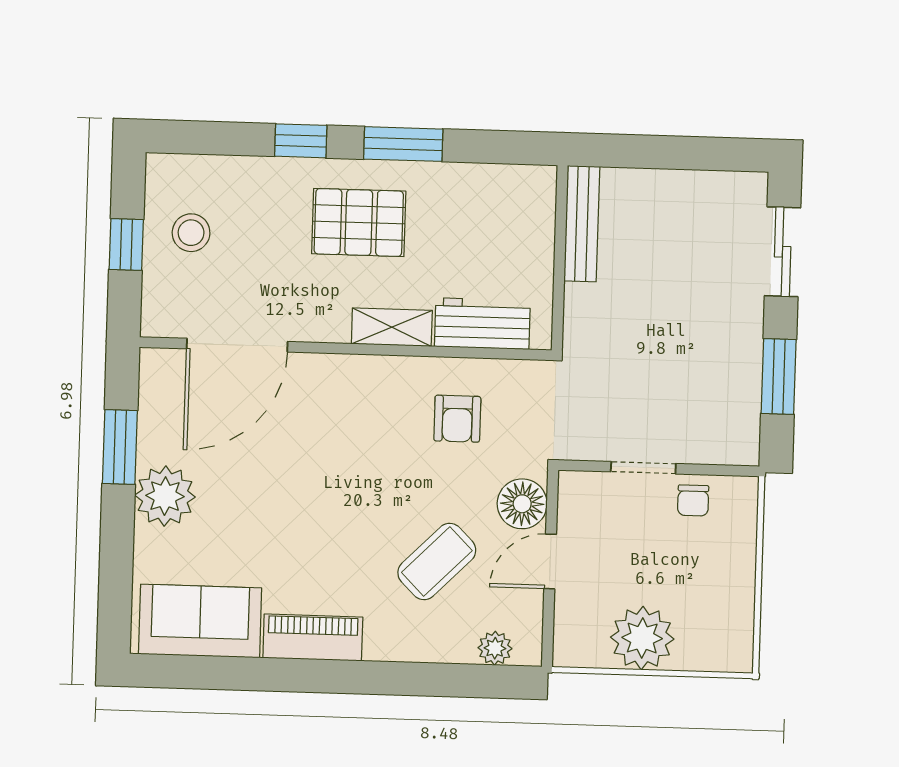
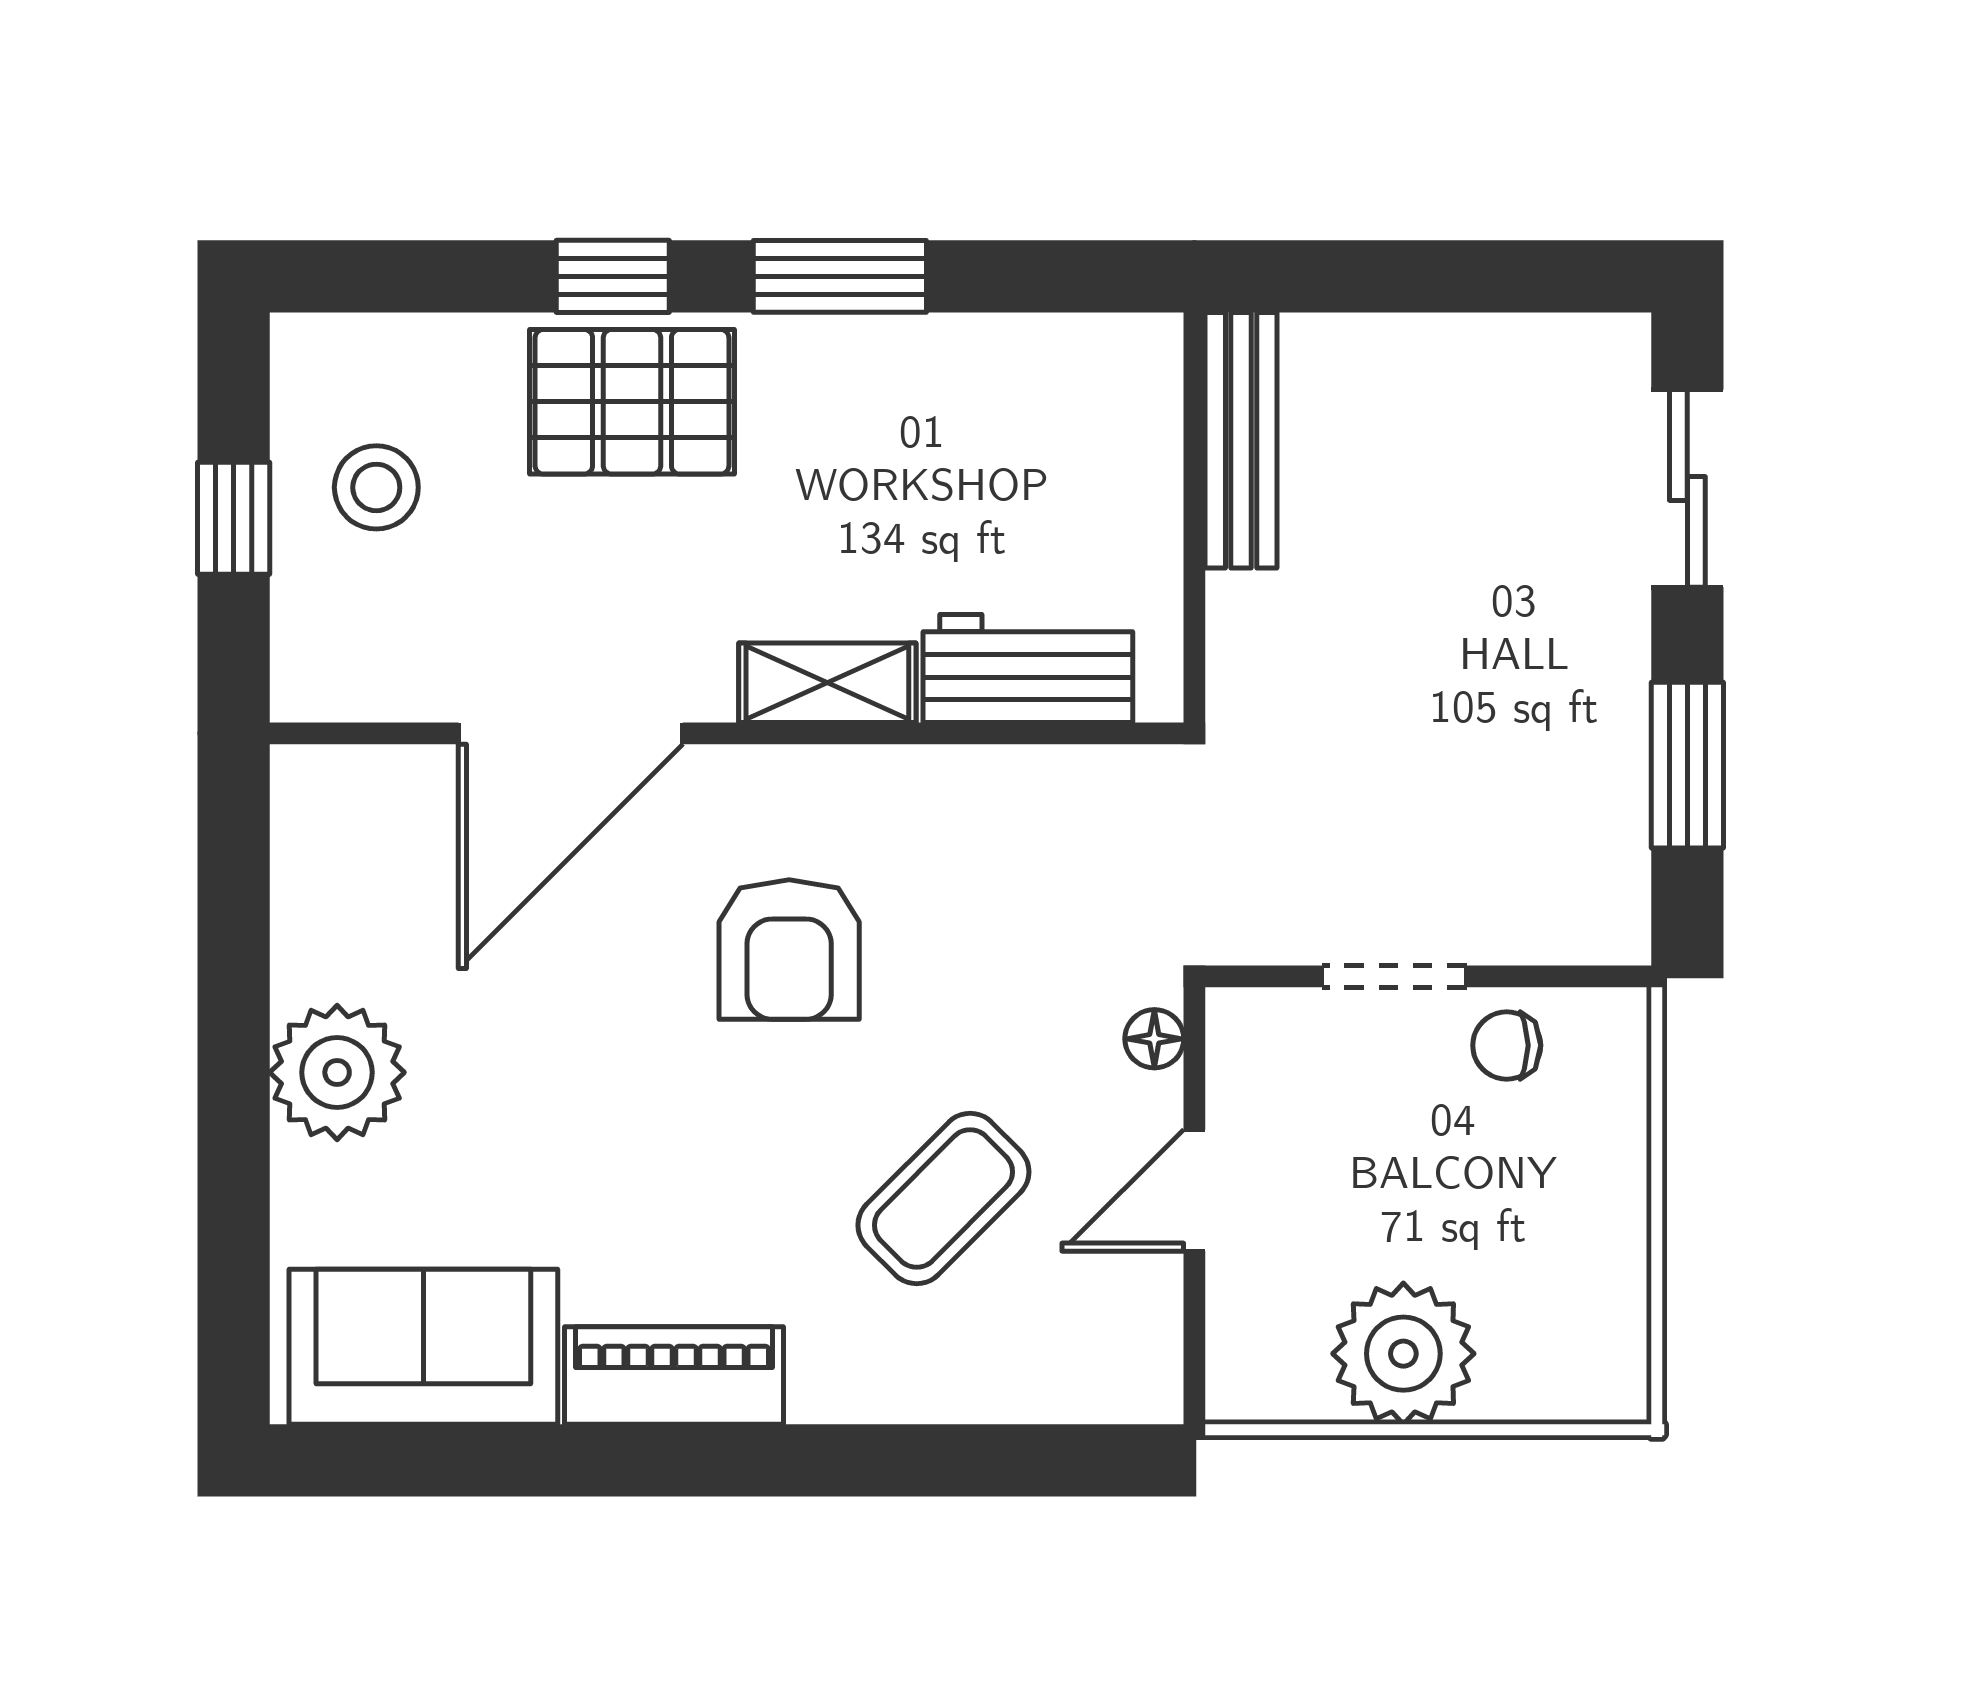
pallet: (359, 222) -> (632, 402), moved
door: (237, 345) -> (571, 733), moved
armchair: (457, 419) -> (789, 950), moved, width x1.38, depth x1.38
window: (120, 447) -> (234, 967), removed
chair: (693, 500) -> (1507, 1045), turned 90
floor lamp: (522, 504) -> (1154, 1039), width x0.53, depth x0.53
plant: (495, 648) -> (1078, 1386), removed

